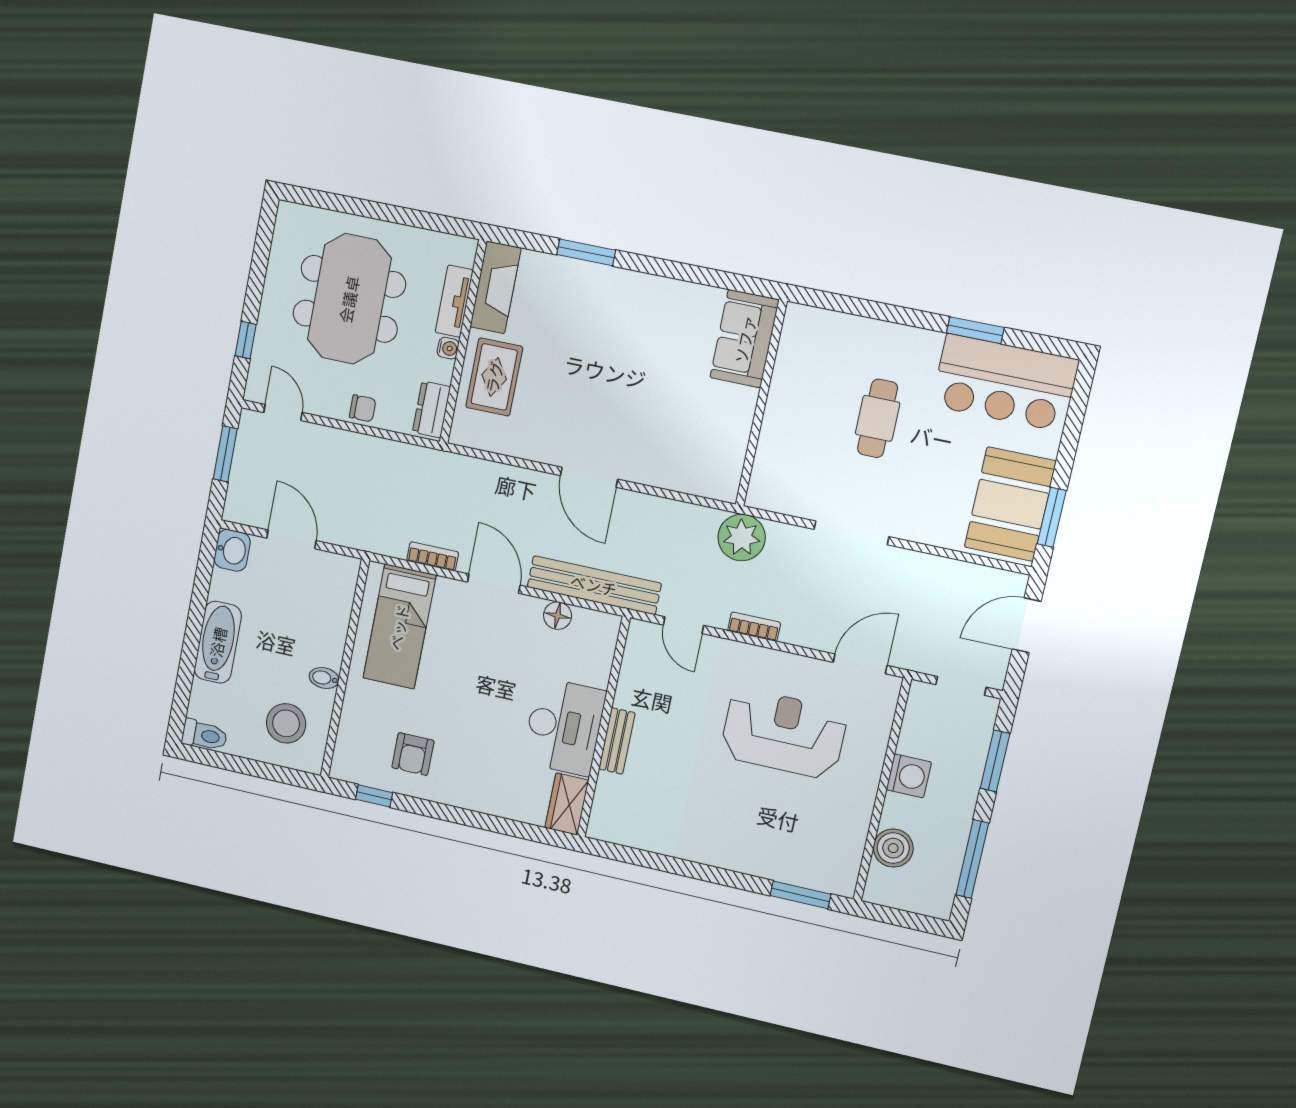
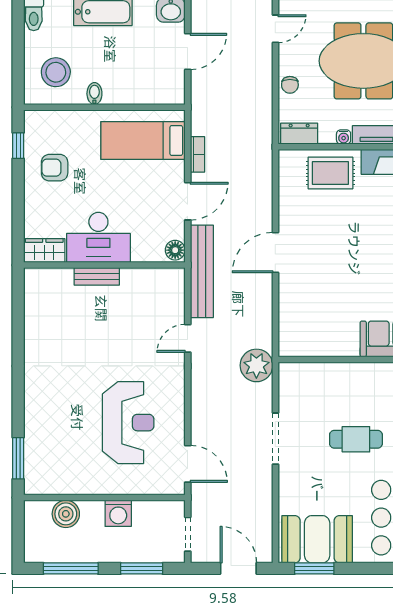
bookcase: (754, 627) -> (197, 387), removed
desk: (564, 727) -> (98, 237), moved
wall: (604, 727) -> (104, 265), moved
bench: (617, 741) -> (97, 276), moved
wardrobe: (567, 804) -> (44, 251), moved

